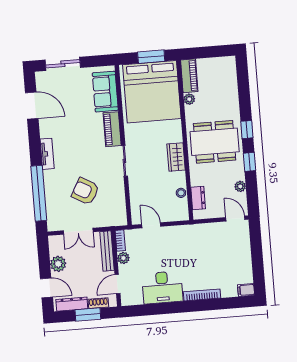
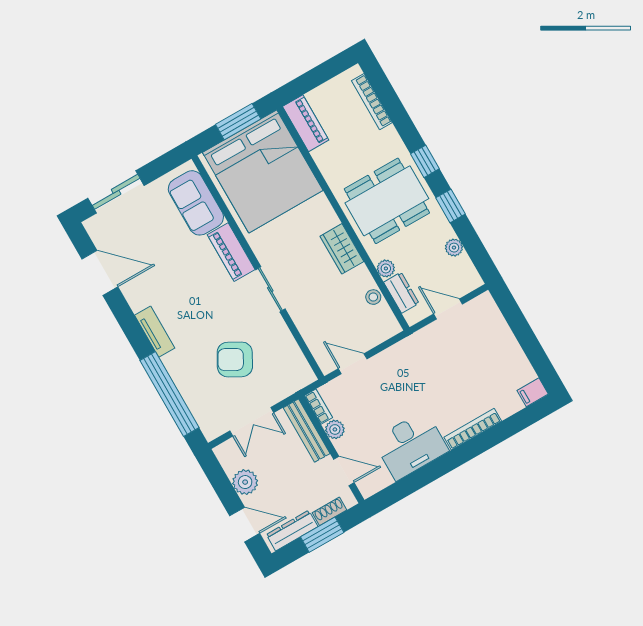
bookcase: (233, 81) -> (372, 102), added
plant: (189, 99) -> (386, 268), moved
door: (235, 219) -> (448, 309), moved
door: (117, 284) -> (344, 471), swing flipped

